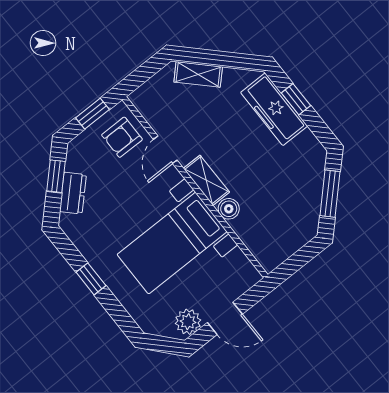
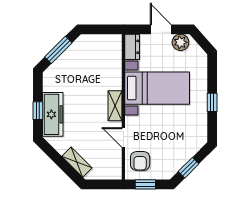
armchair: (122, 137) -> (140, 161), turned 90
door: (165, 150) -> (123, 137), swing flipped
dresser: (73, 193) -> (132, 47), moved, turned 135
boiler: (229, 209) -> (115, 83), removed

